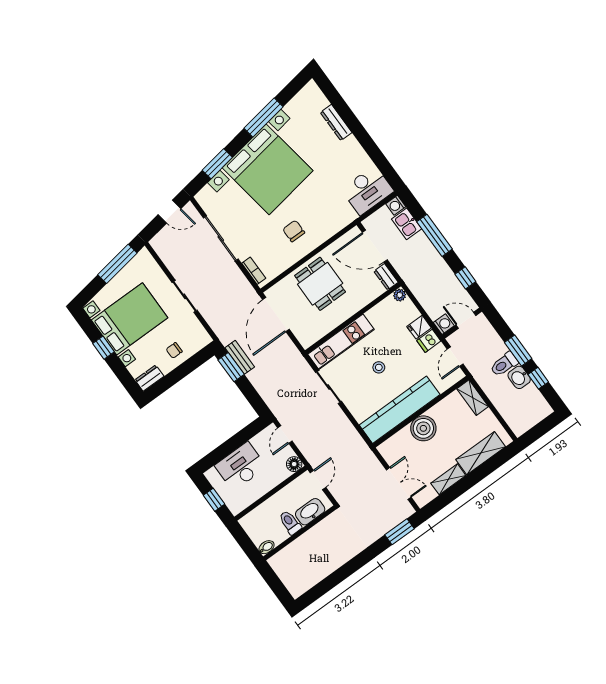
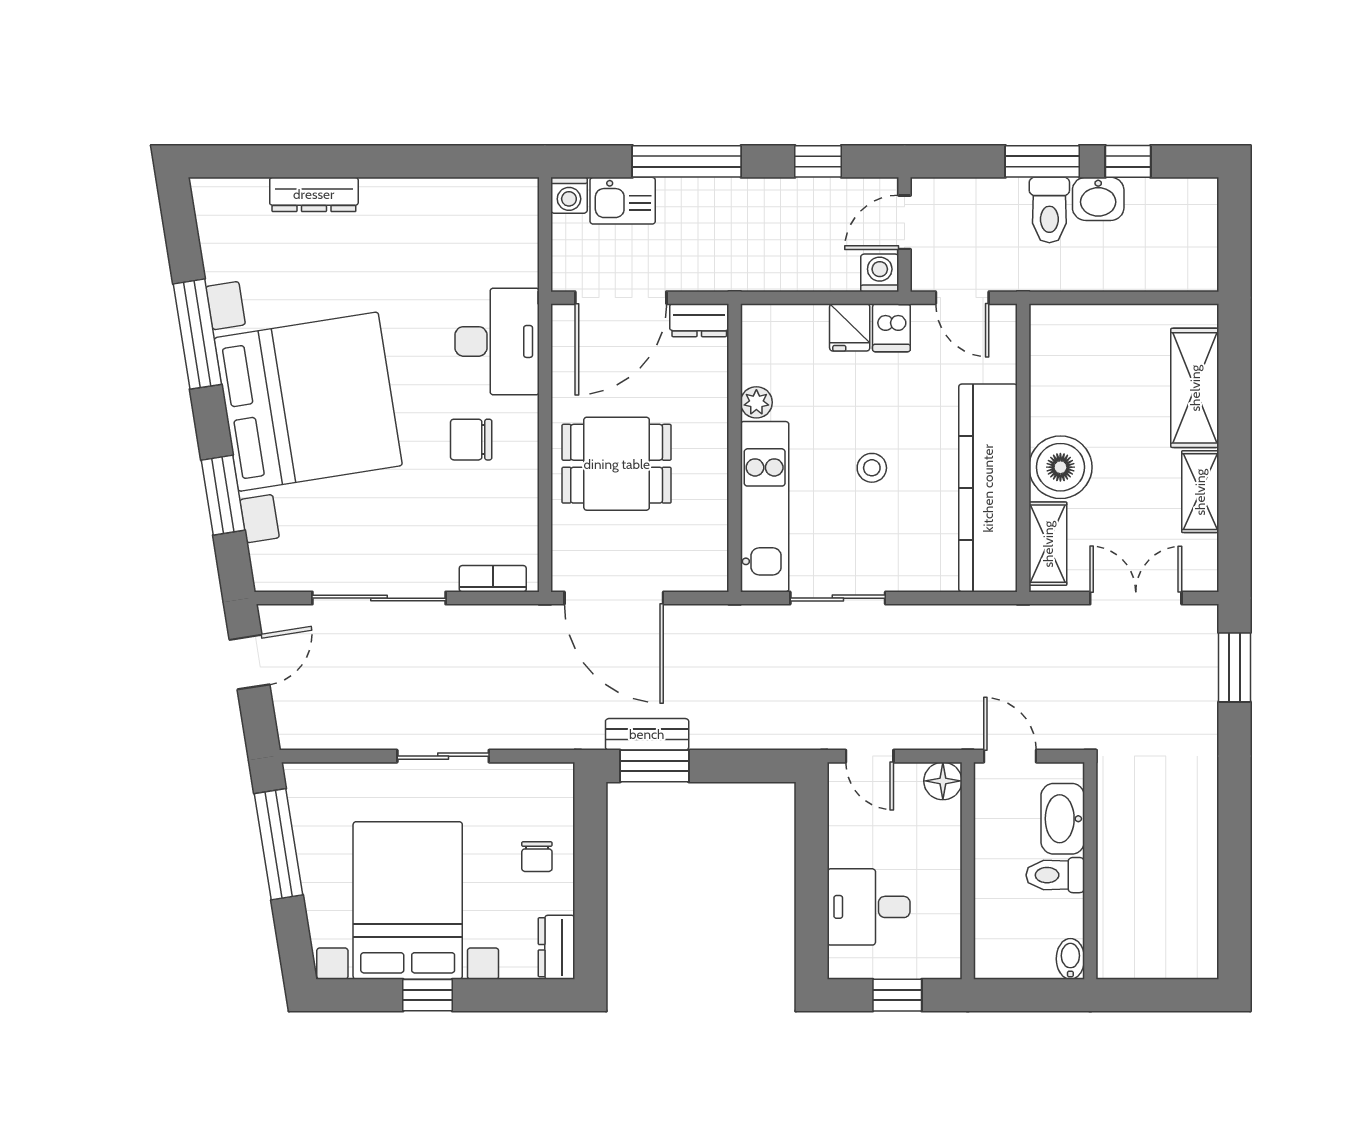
desk: (367, 190) -> (497, 341), moved
plant: (400, 295) -> (756, 402), moved
shelving: (473, 398) -> (1048, 544), moved, turned 90
desk: (240, 466) -> (869, 907), width x0.73

